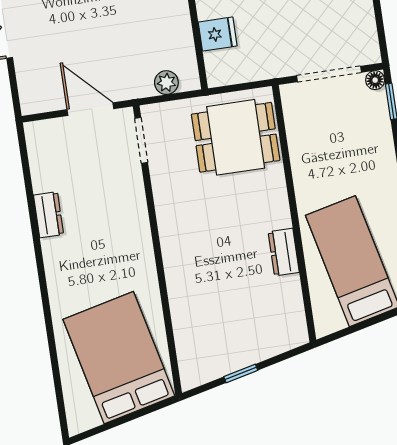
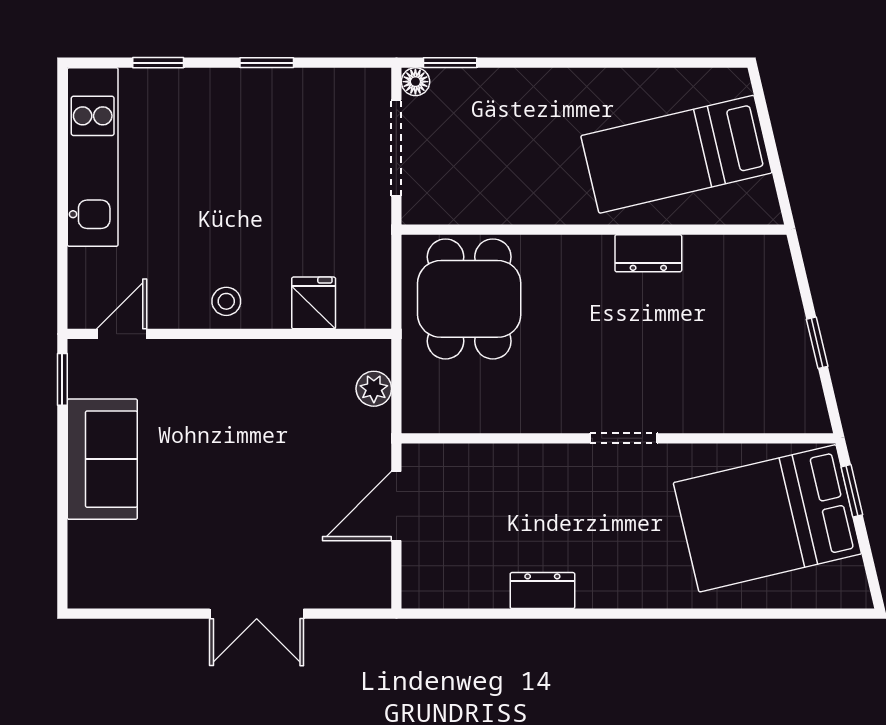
doorway: (141, 140) -> (624, 438), moved
window: (145, 411) -> (852, 491), added

